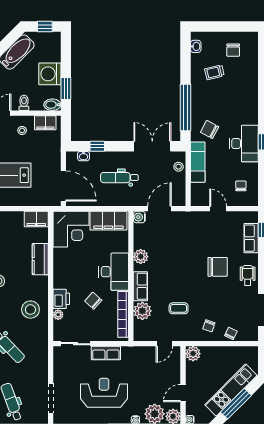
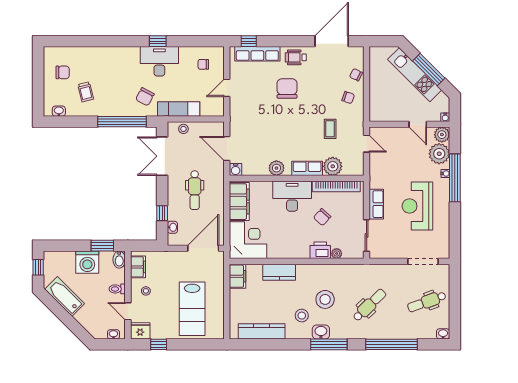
row of seats: (251, 238) -> (257, 54), width x1.48
stool: (30, 310) -> (325, 299), moved
plant: (193, 354) -> (377, 114), removed

